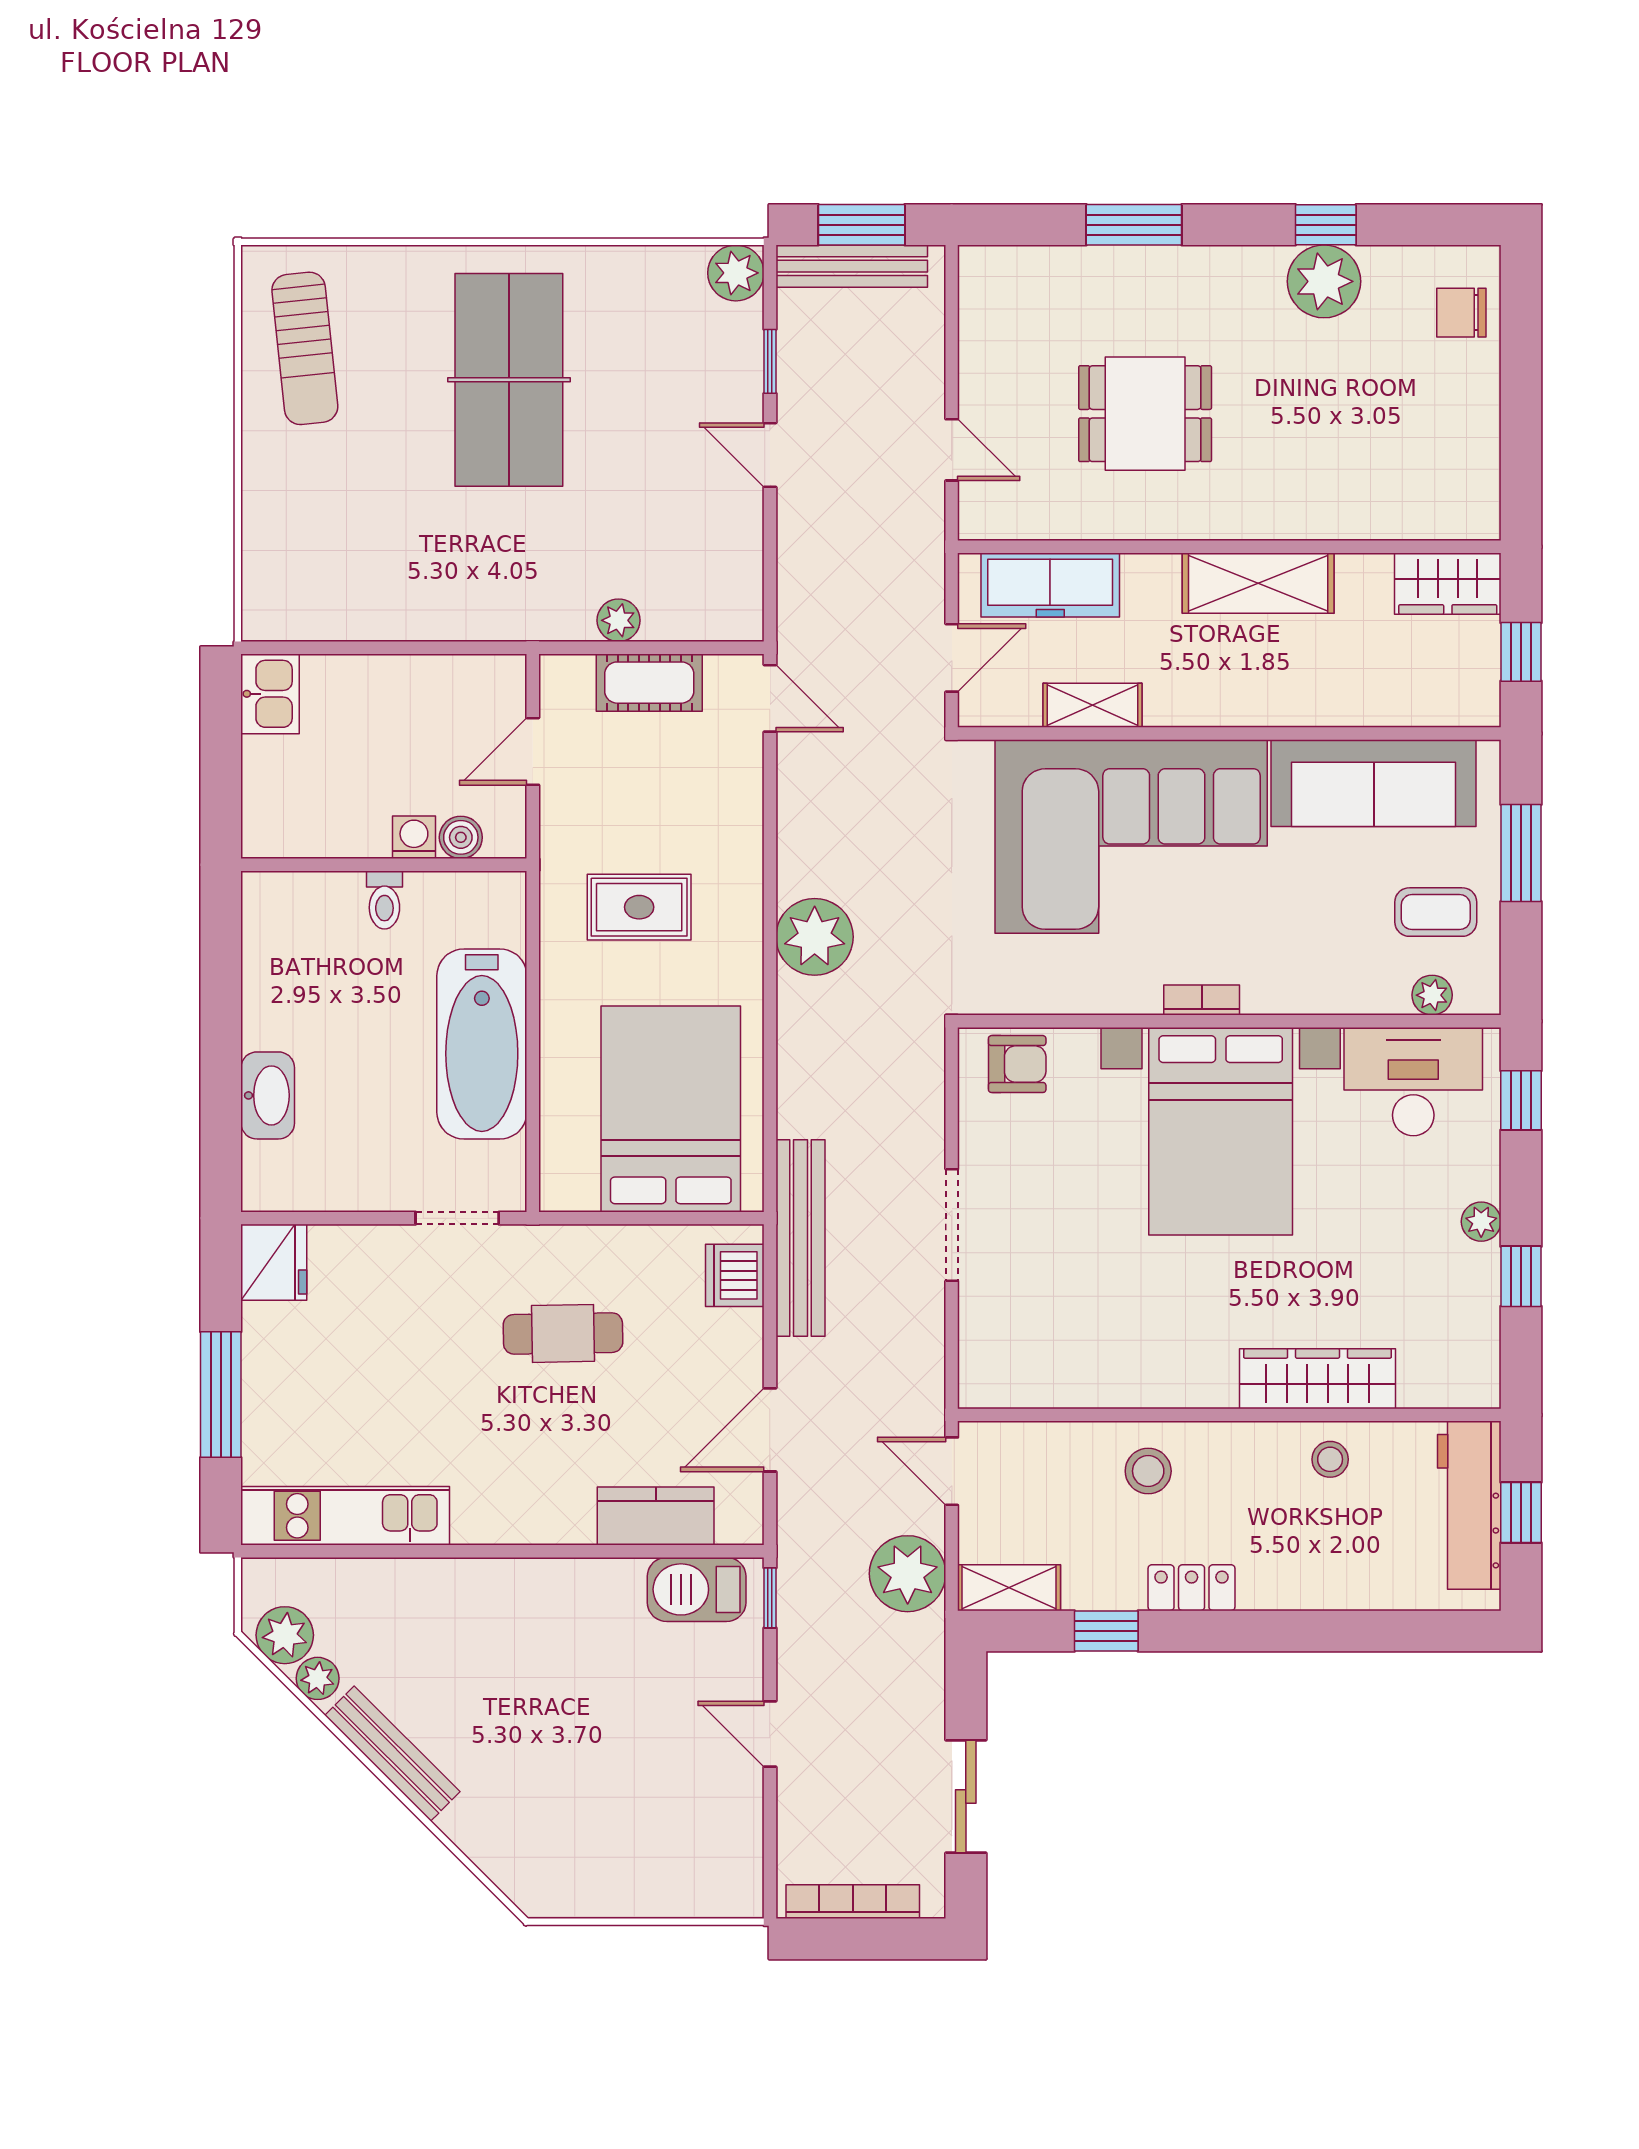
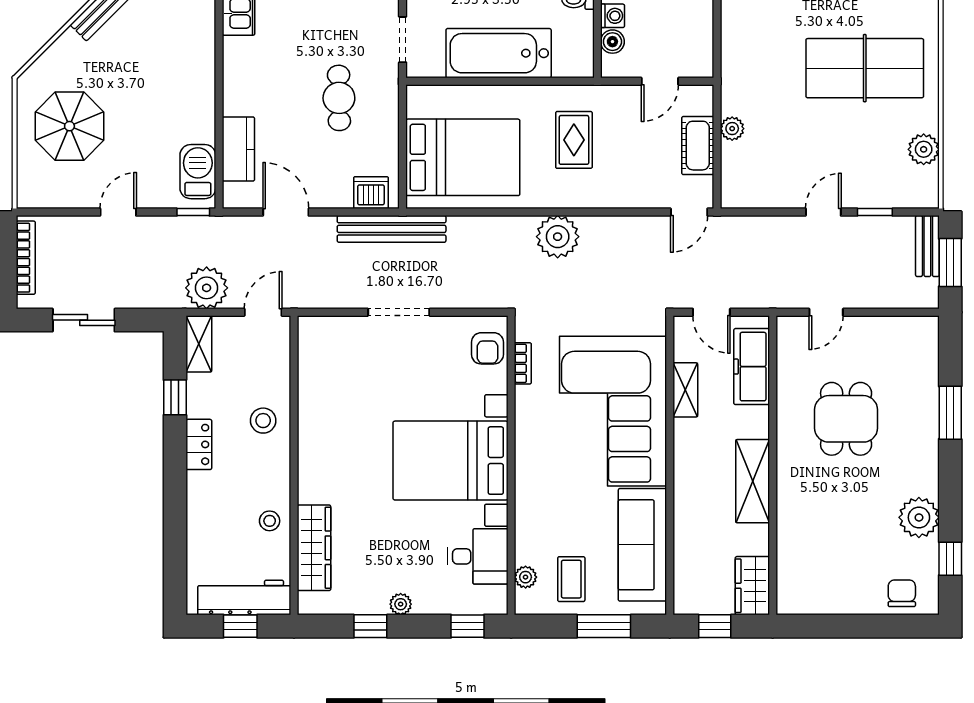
window: (1326, 225) -> (950, 559), moved
bench: (852, 266) -> (927, 246), width x0.73
plant: (736, 273) -> (924, 149), moved
door: (533, 751) -> (660, 81), swing flipped
bookcase: (1202, 1000) -> (523, 363), moved
desk: (1413, 1082) -> (478, 556), width x0.73
wardrobe: (1317, 1379) -> (314, 548), moved
parasol: (614, 1822) -> (69, 126), added

